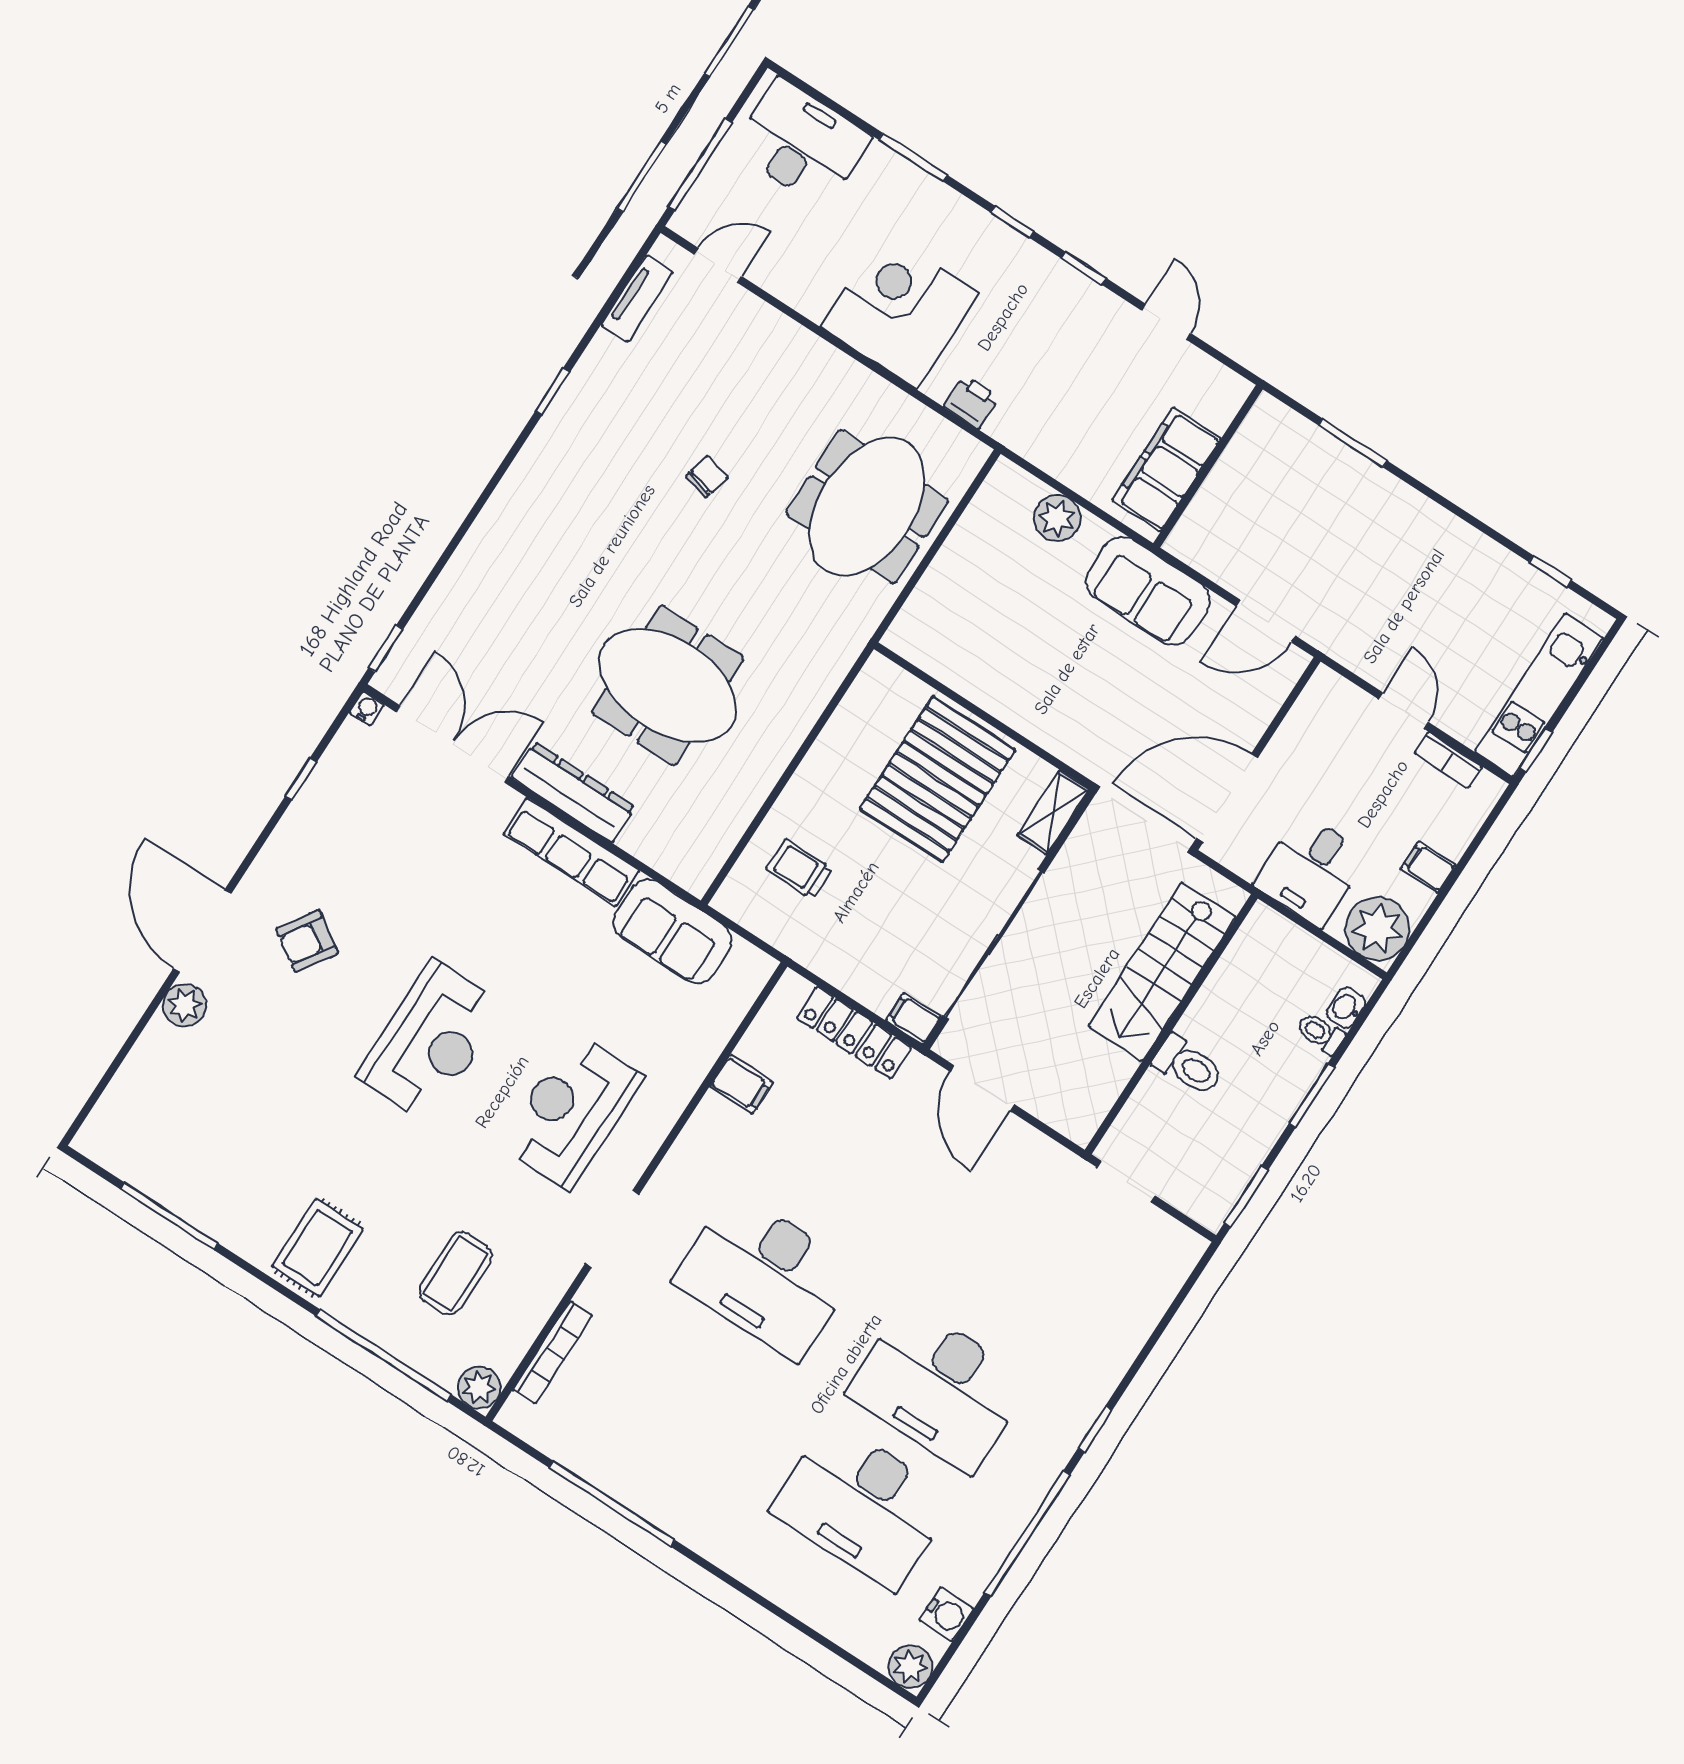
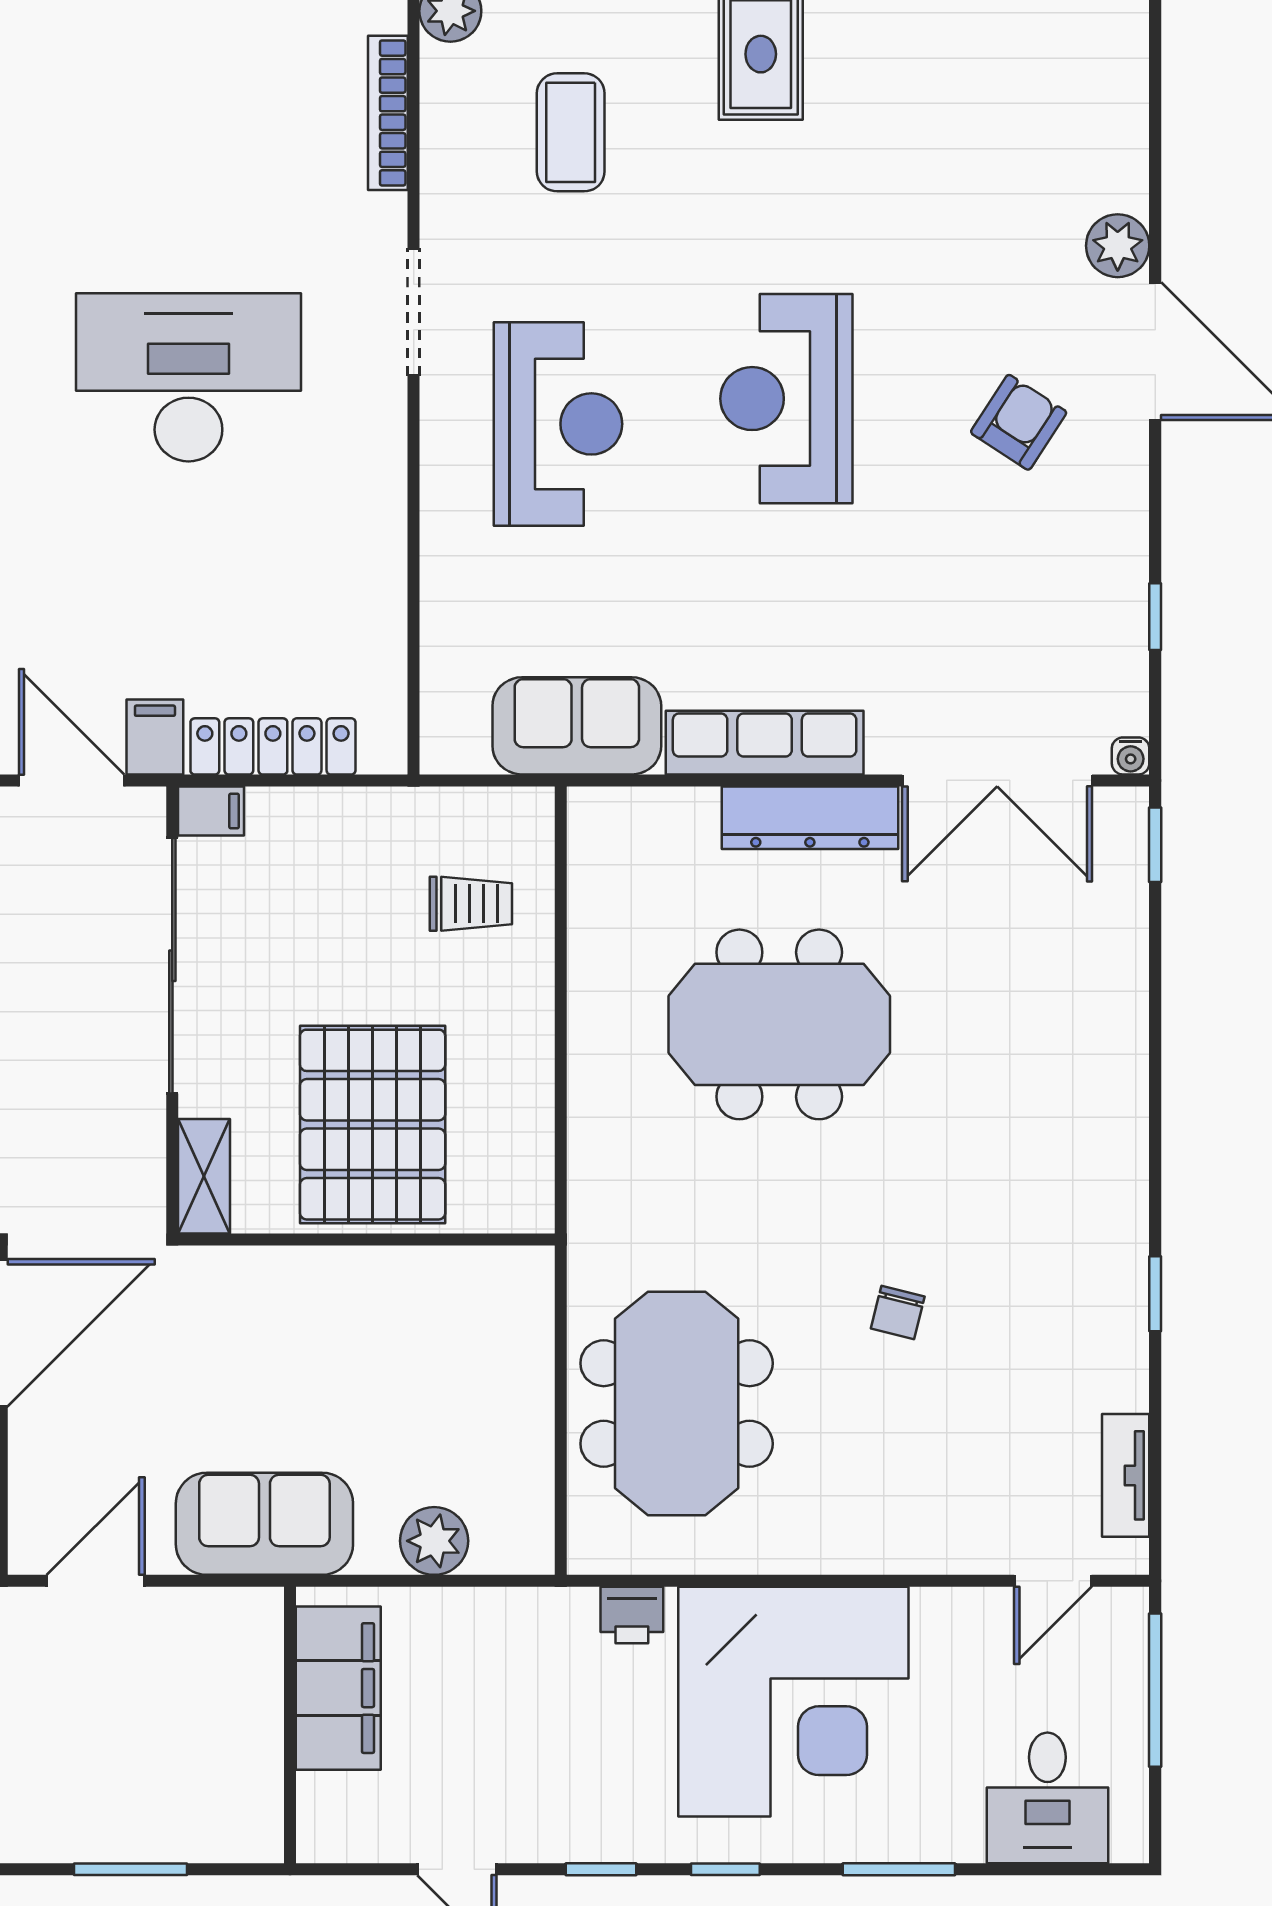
desk: (802, 143) -> (1047, 1798), width x0.73
corner desk: (900, 310) -> (793, 1702), width x1.36, depth x1.36
filing cabinet: (741, 1085) -> (155, 737), moved, turned 90

